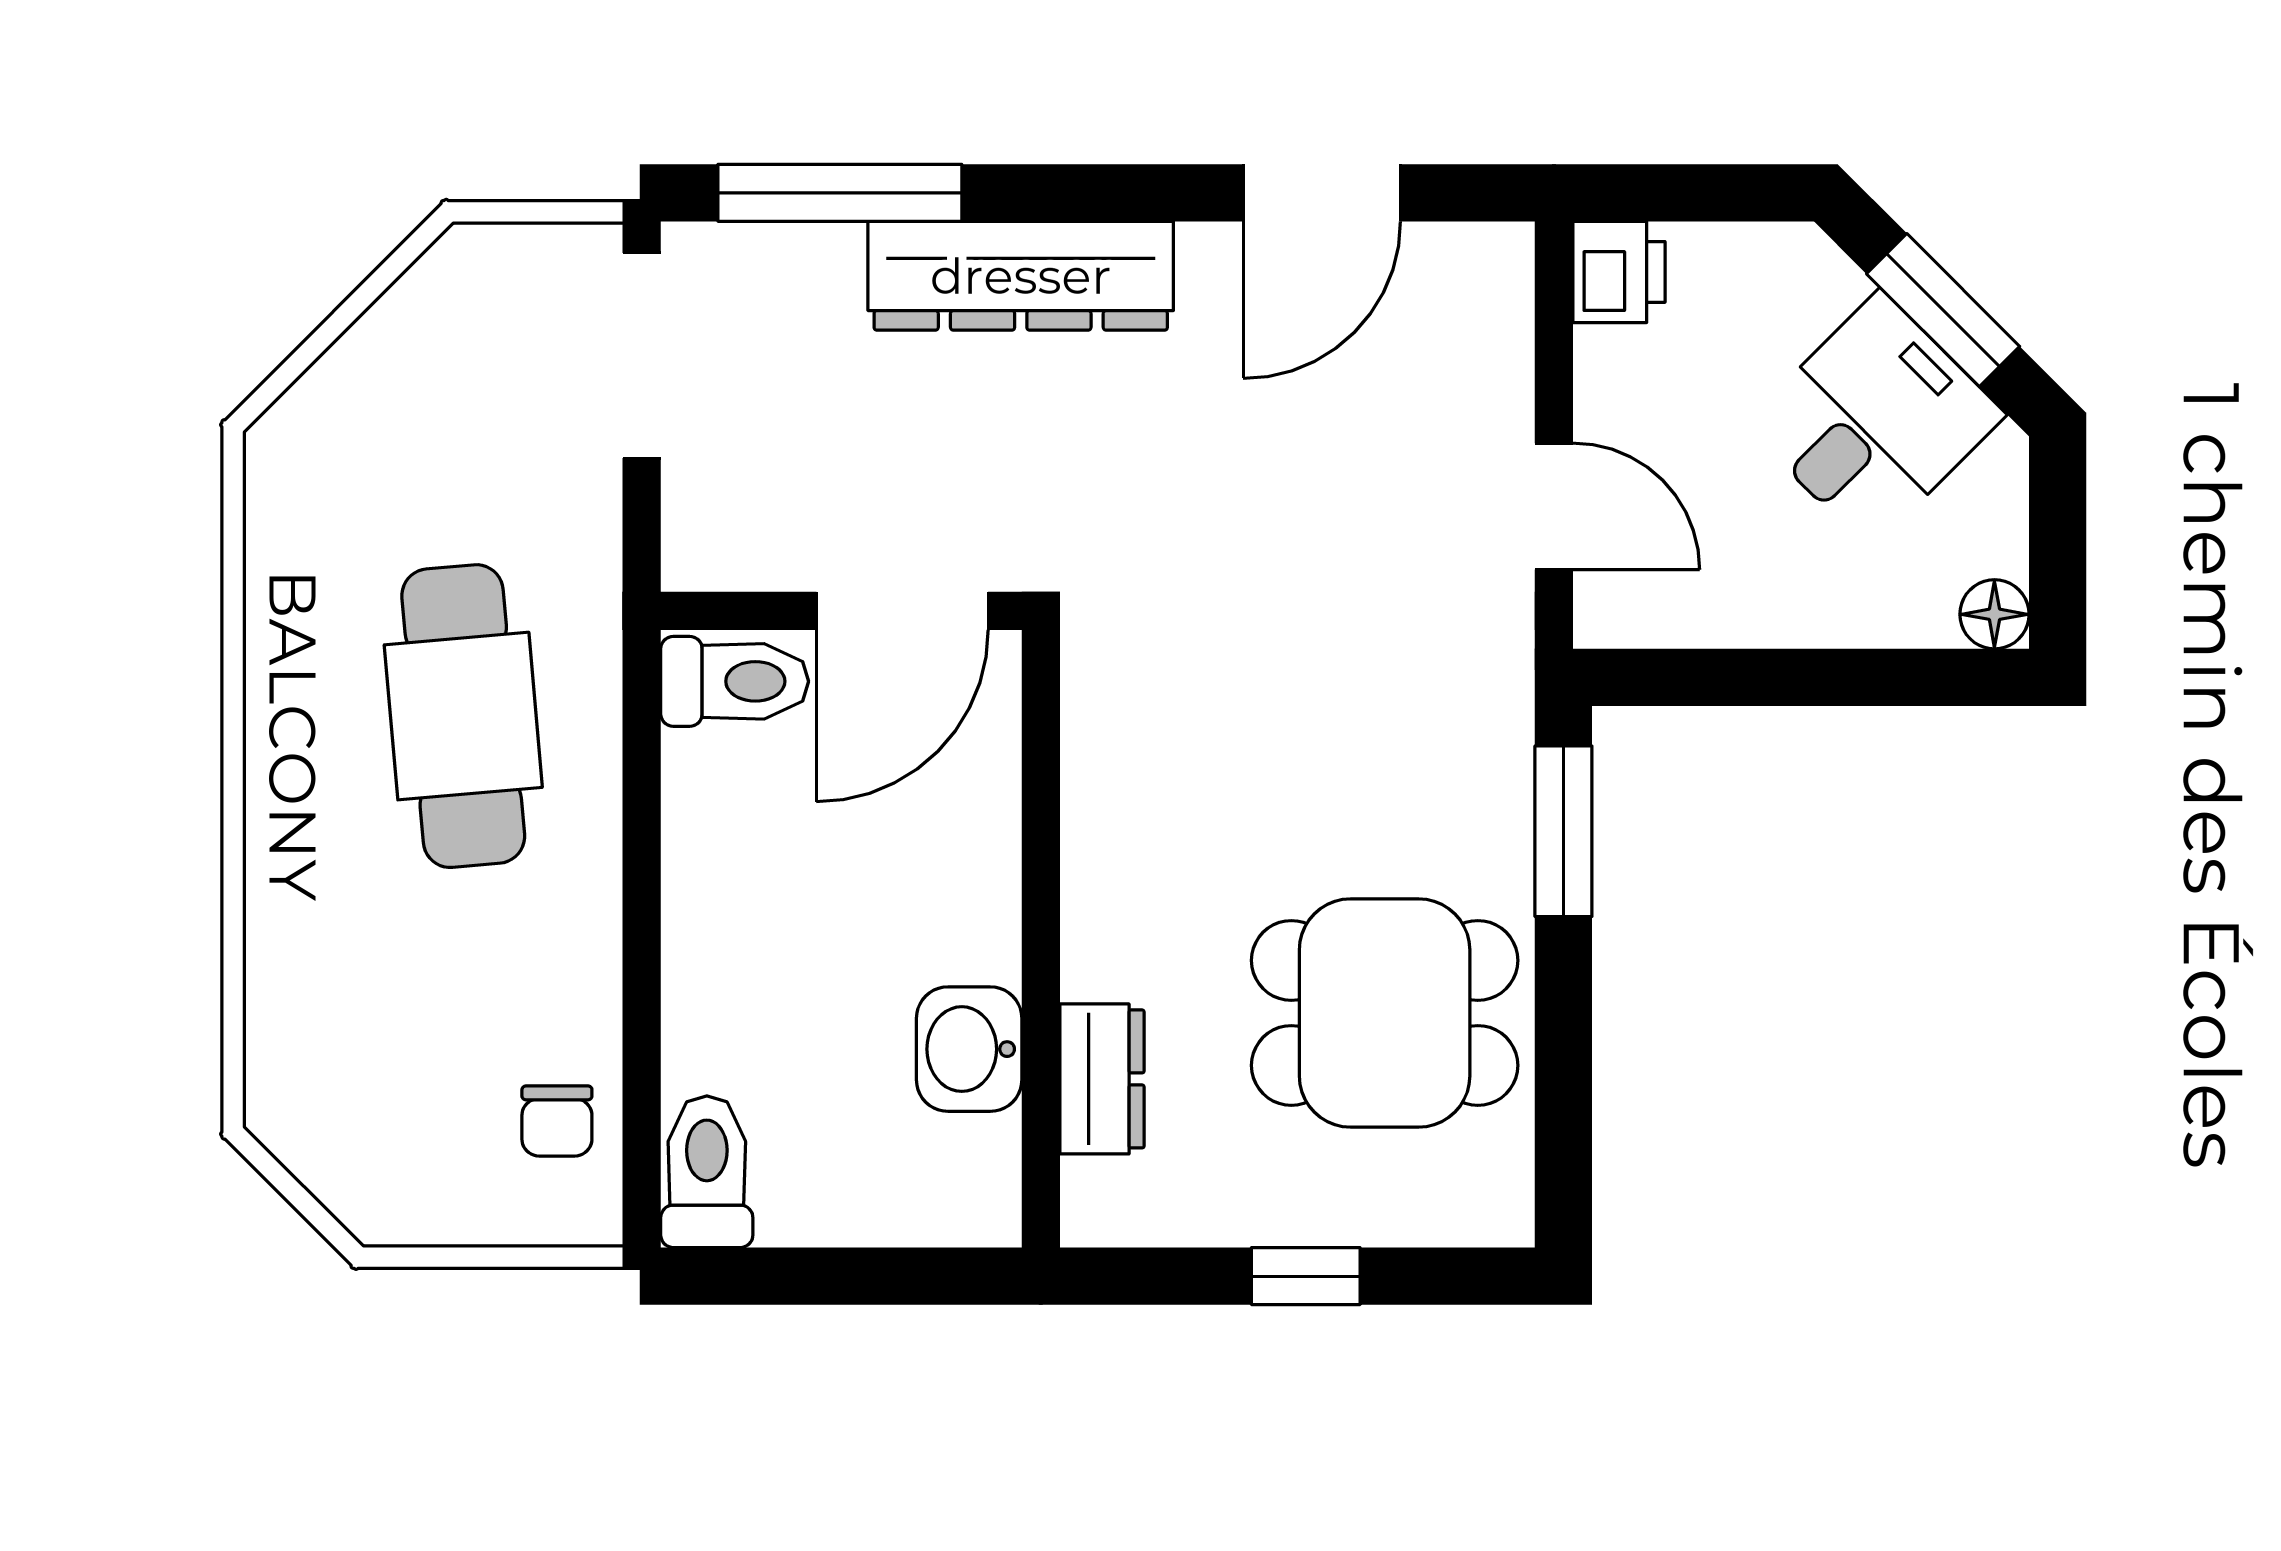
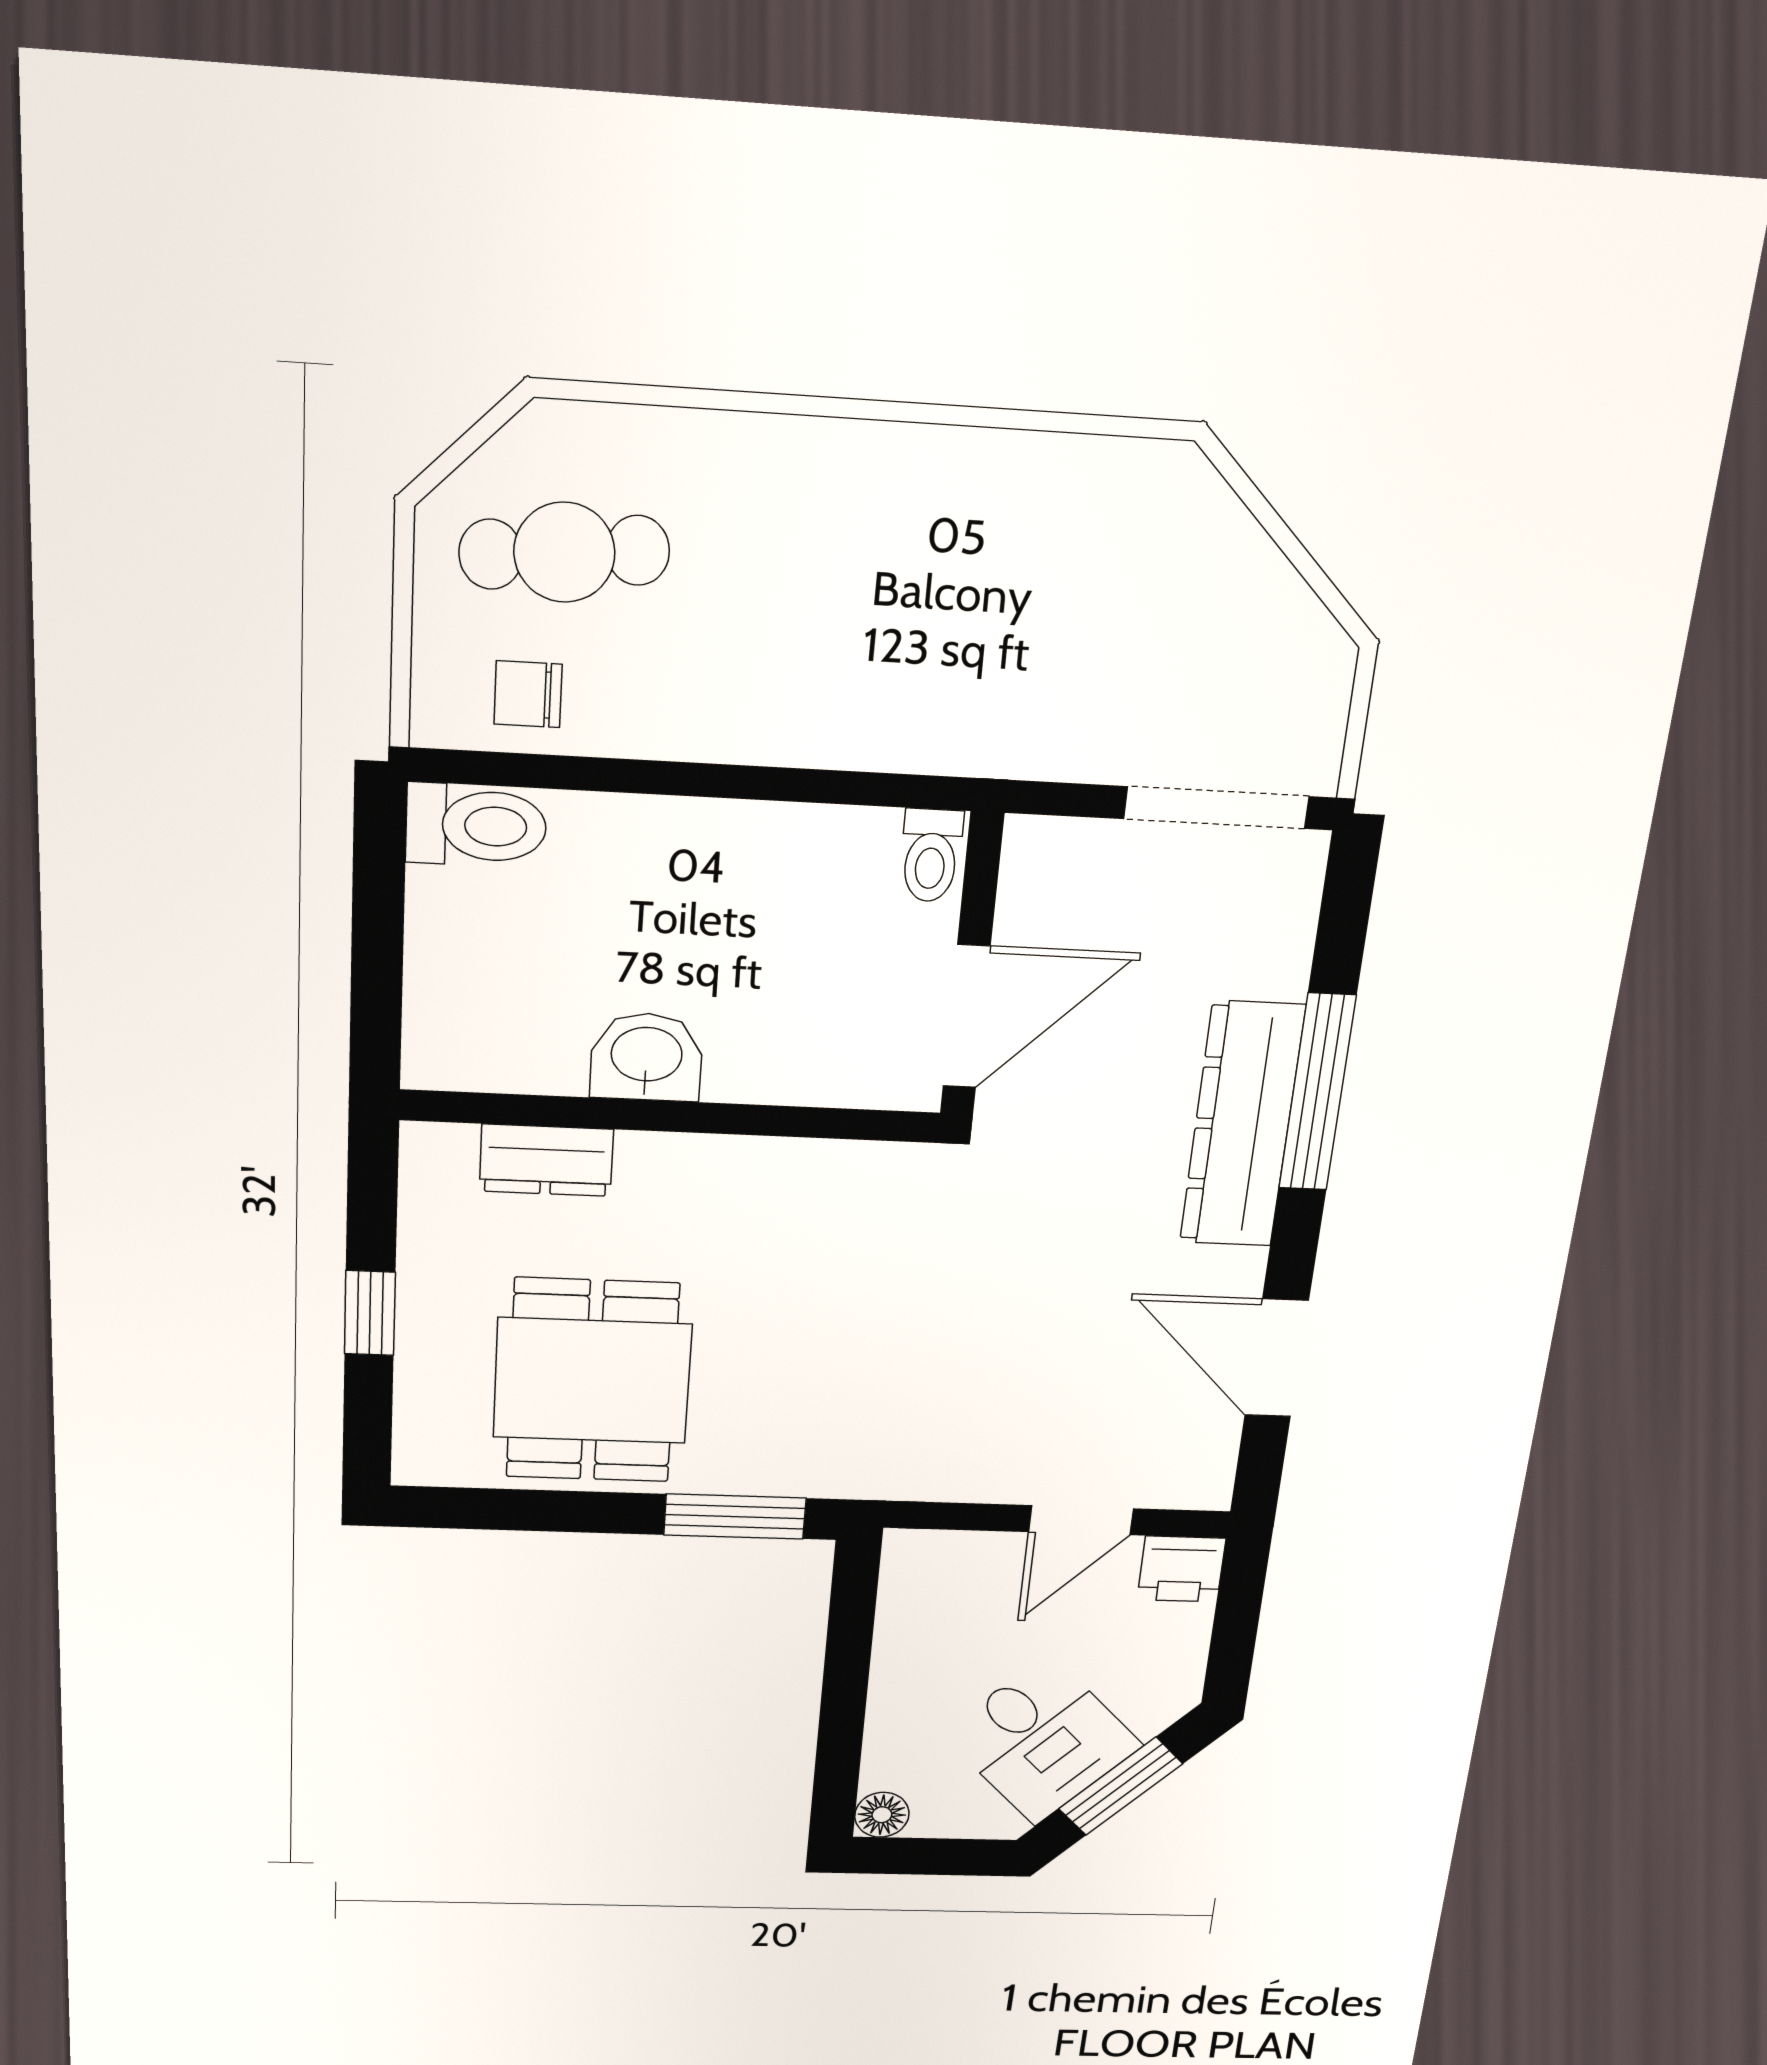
window: (840, 193) -> (1317, 1092), moved
door: (1554, 506) -> (1081, 1520), moved
door: (902, 611) -> (967, 1016), swing flipped
toilet: (735, 681) -> (931, 855), width x0.73, depth x0.72
cafe table: (463, 716) -> (564, 552), moved, width x0.73, depth x0.74
washbasin: (969, 1049) -> (646, 1057), moved

